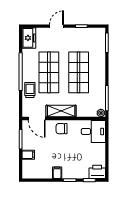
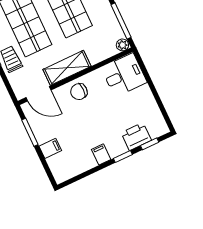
printer: (97, 172) -> (136, 137), moved

